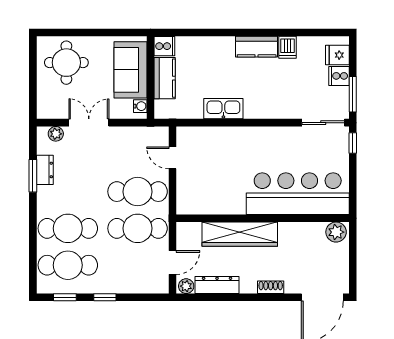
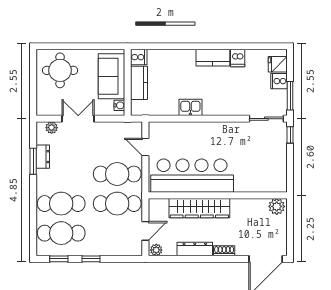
kitchen sink: (223, 109) -> (190, 107), width x0.73
bar counter: (298, 194) -> (192, 176), moved
dresser: (217, 285) -> (195, 249), moved

